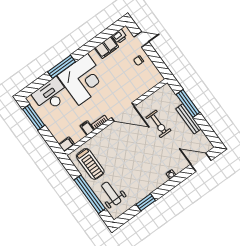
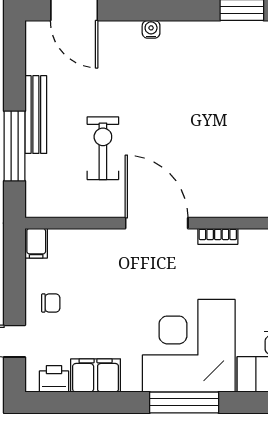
window: (61, 67) -> (184, 402), moved
filing cabinet: (87, 128) -> (36, 243), moved

